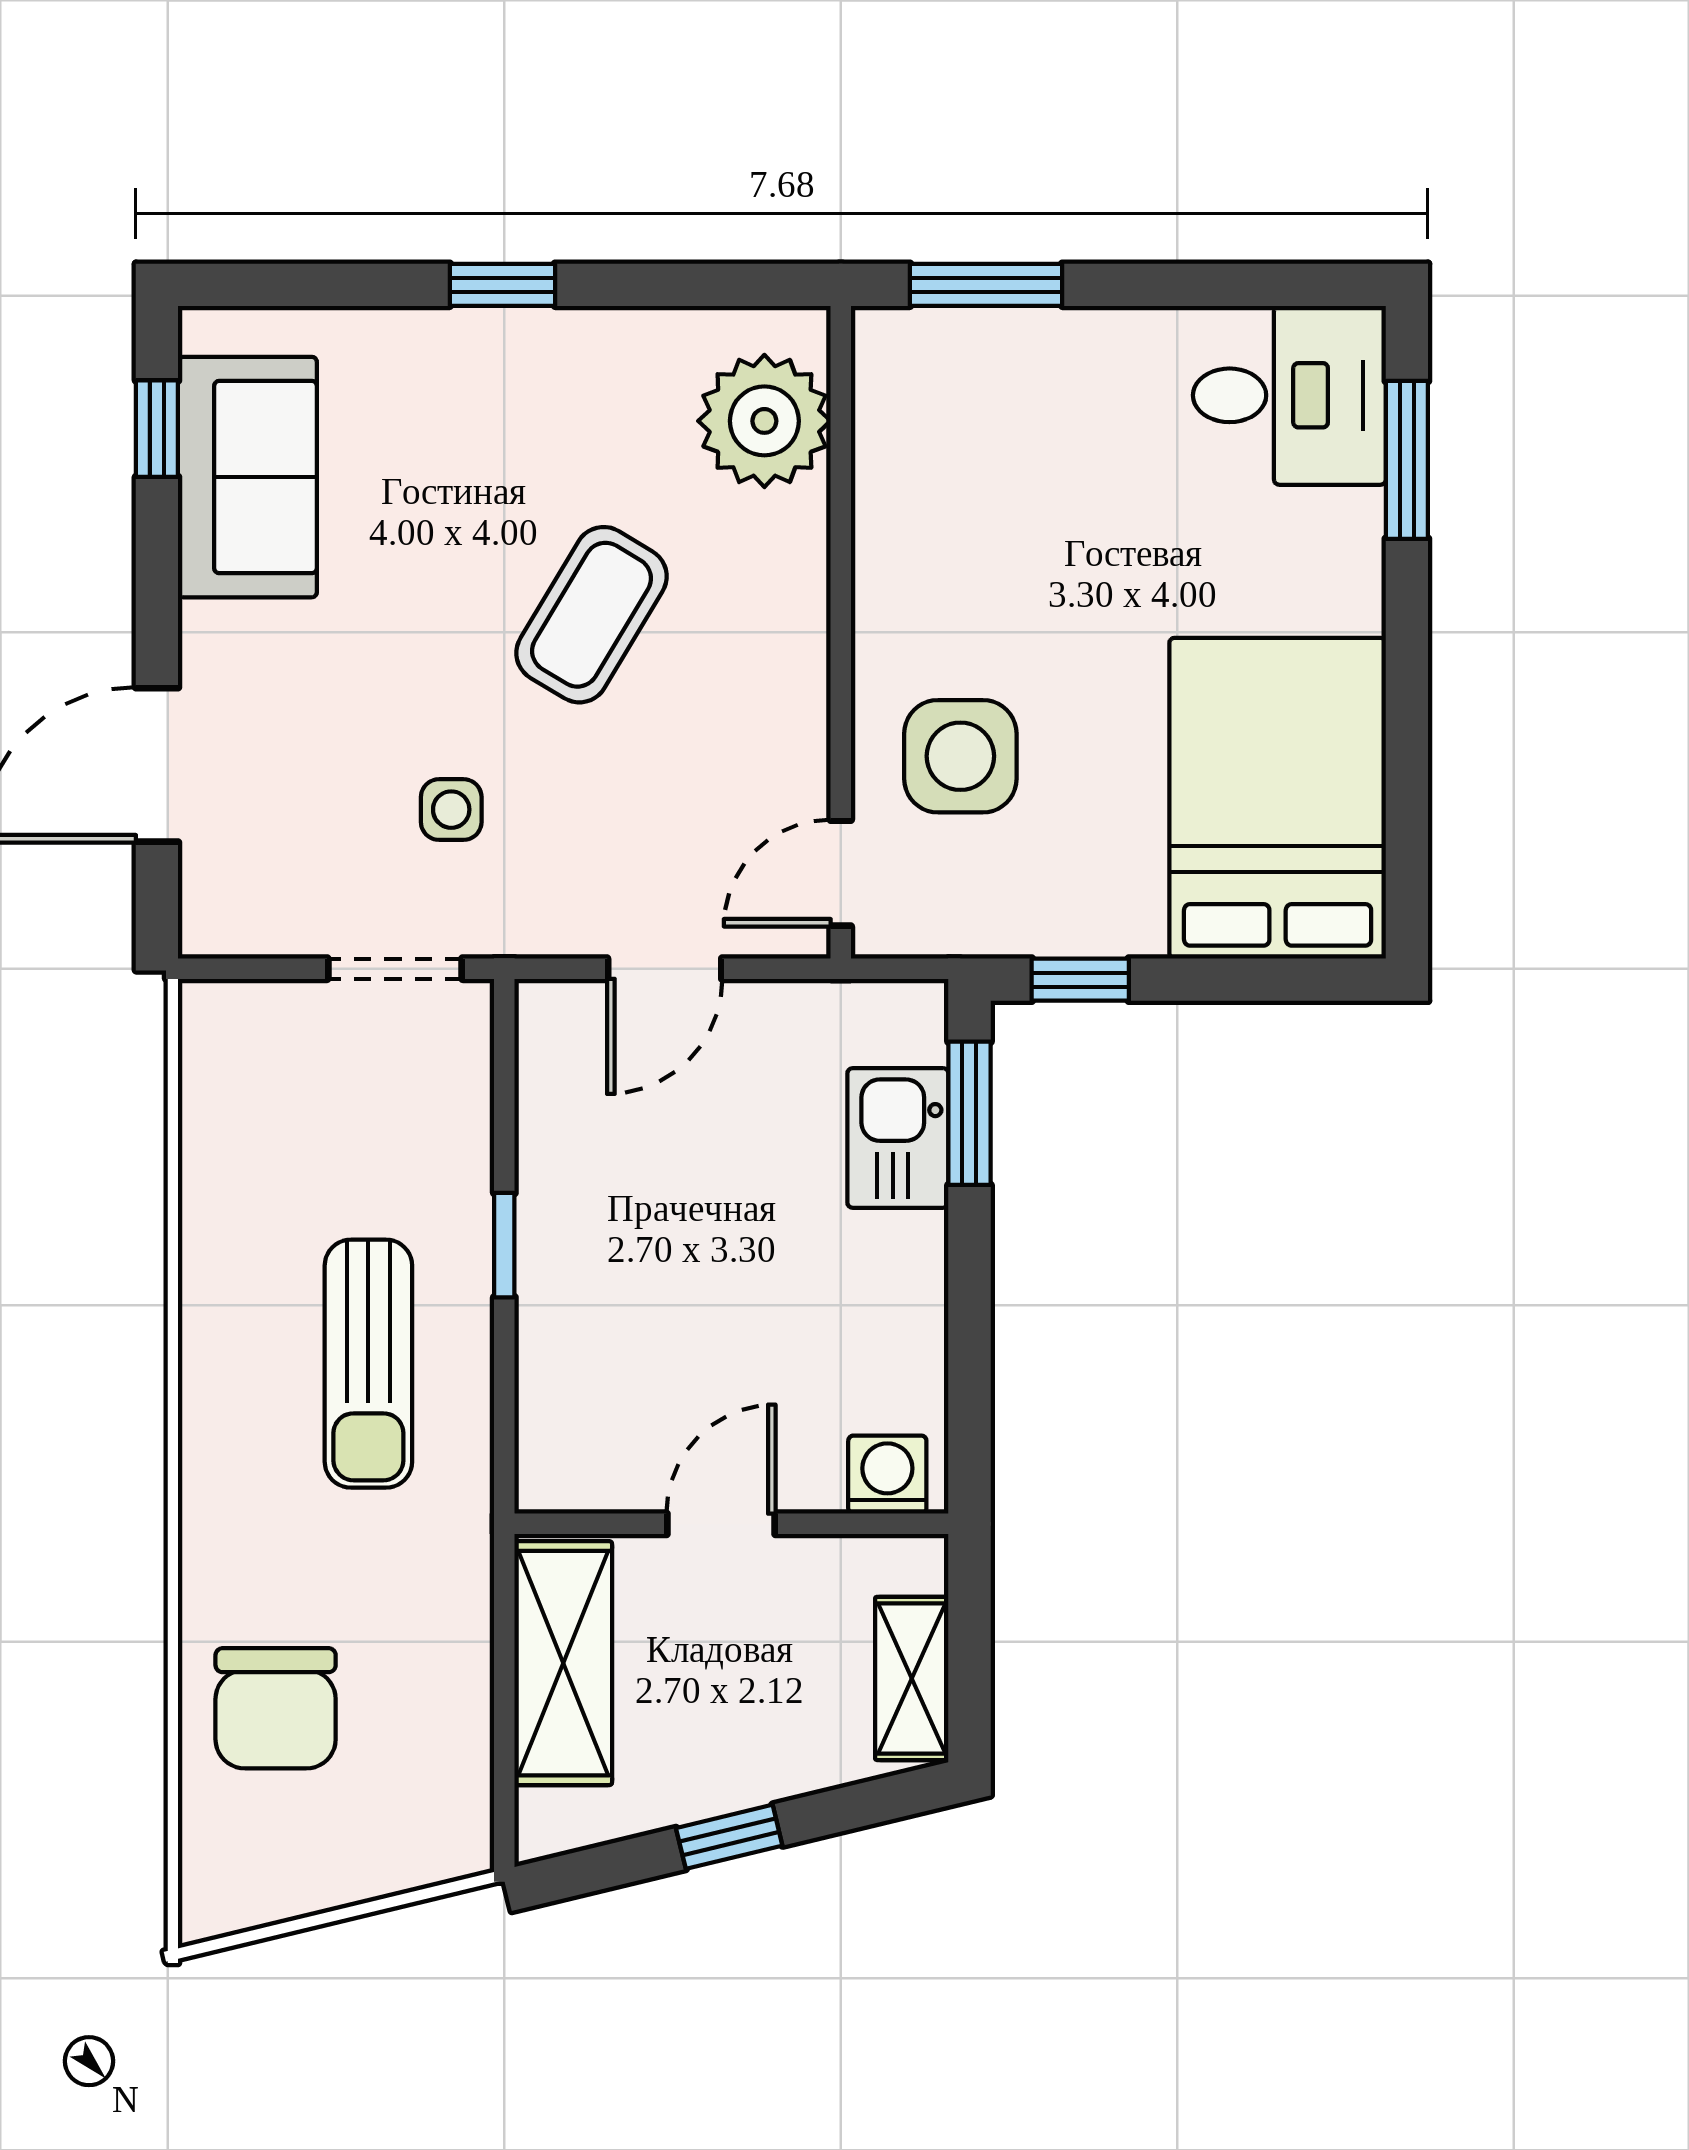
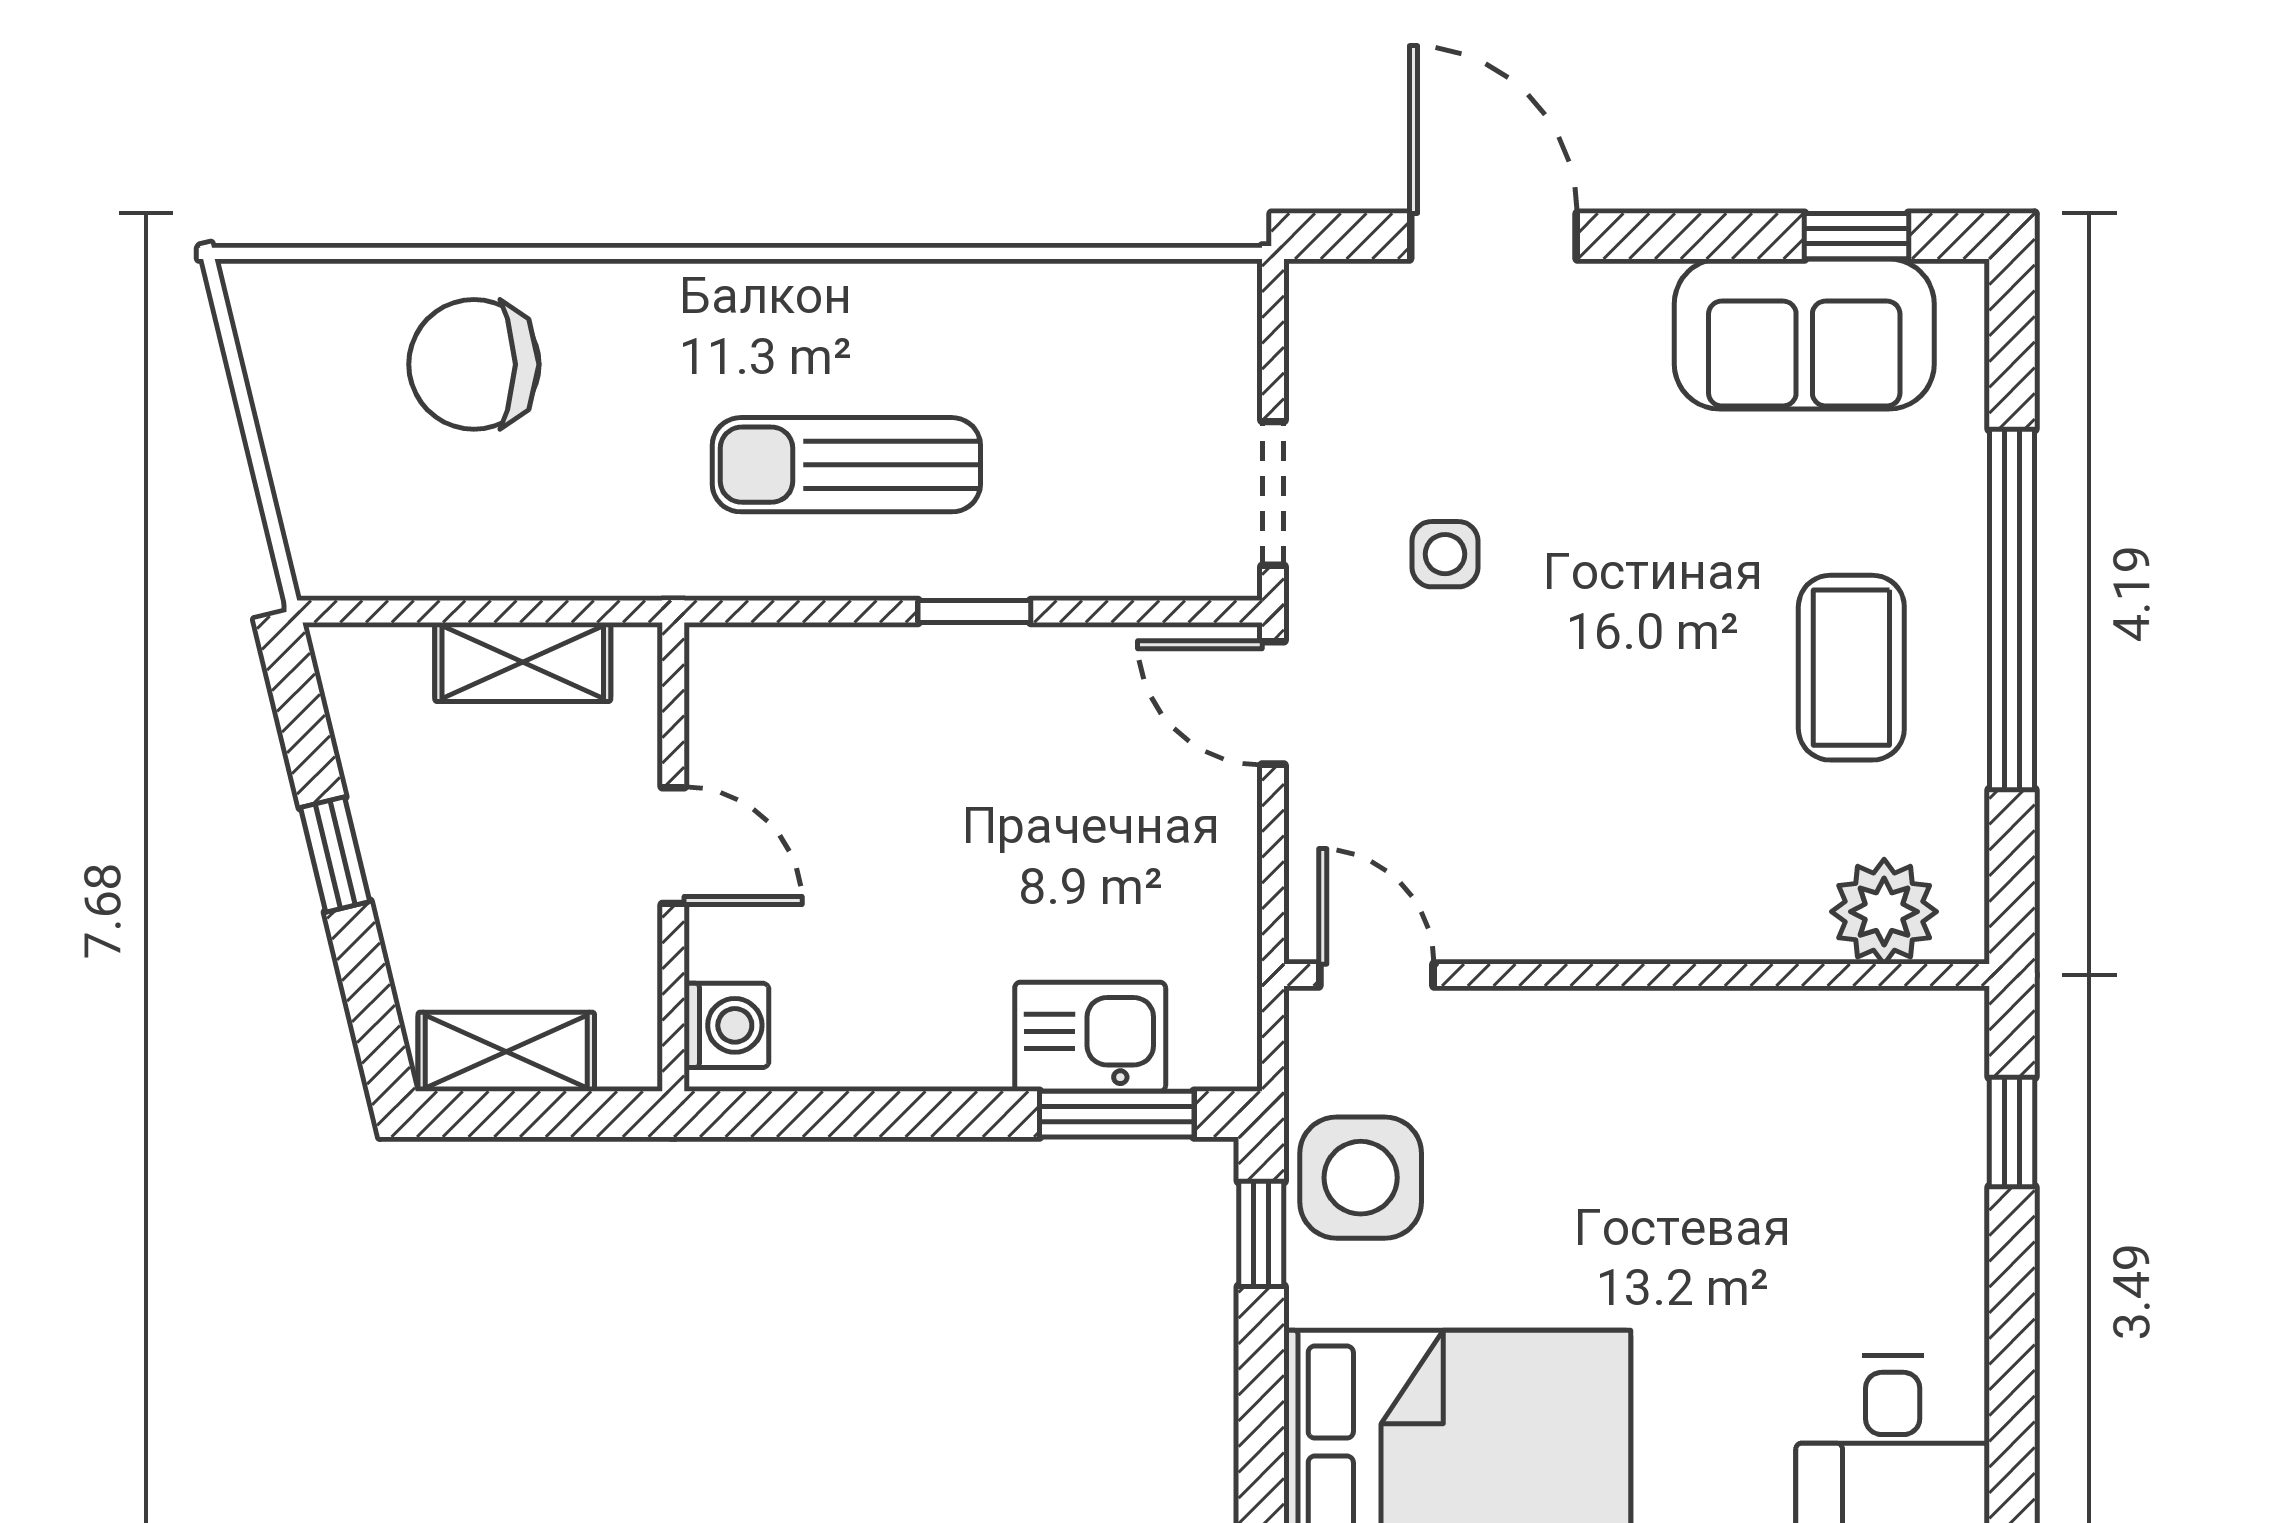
window: (502, 285) -> (2012, 610), width x3.17
window: (986, 285) -> (2012, 1132), width x0.67
plant: (764, 421) -> (1884, 912), width x0.73, depth x0.73
coffee table: (592, 615) -> (1851, 668), moved, turned 59
side table: (960, 756) -> (1361, 1178), moved
door: (665, 969) -> (1273, 703), moved
shelving: (563, 1663) -> (523, 662), width x0.67, depth x0.75

